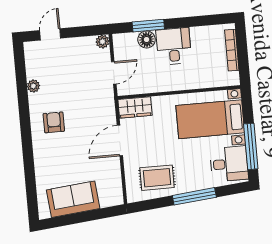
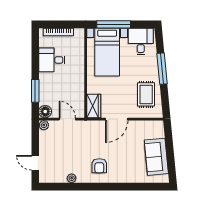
floor lamp: (147, 40) -> (45, 112), moved
desk: (174, 46) -> (52, 60), moved
armchair: (54, 122) -> (99, 166), turned -90
door: (120, 140) -> (117, 119), hinge flipped
window: (251, 146) -> (114, 24), moved

